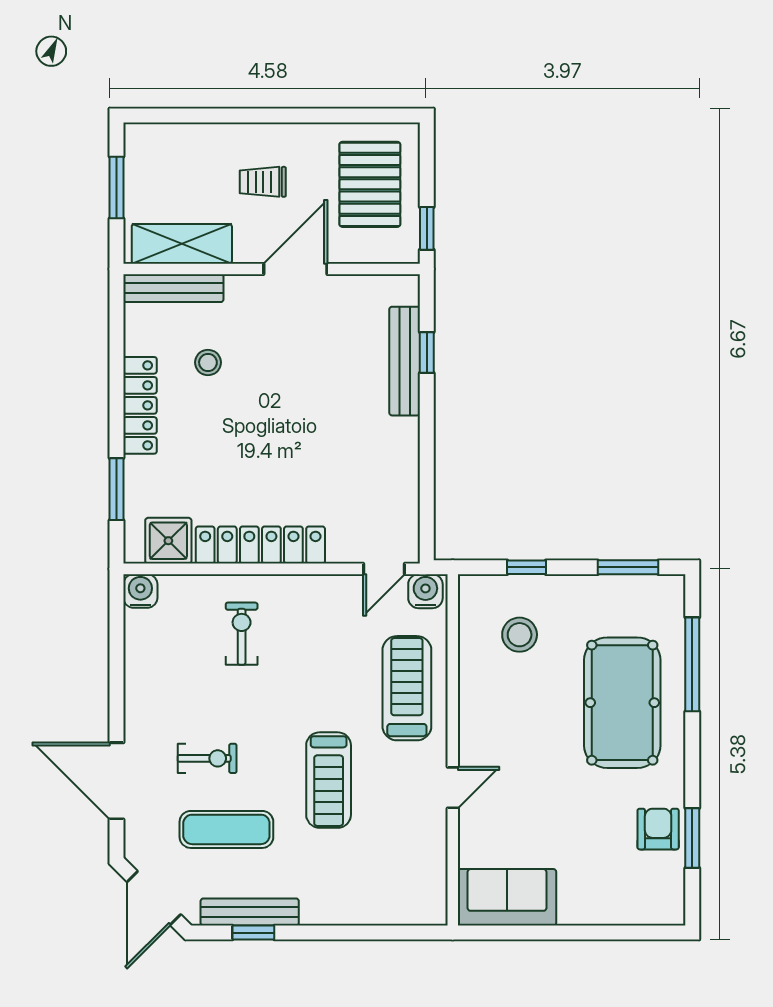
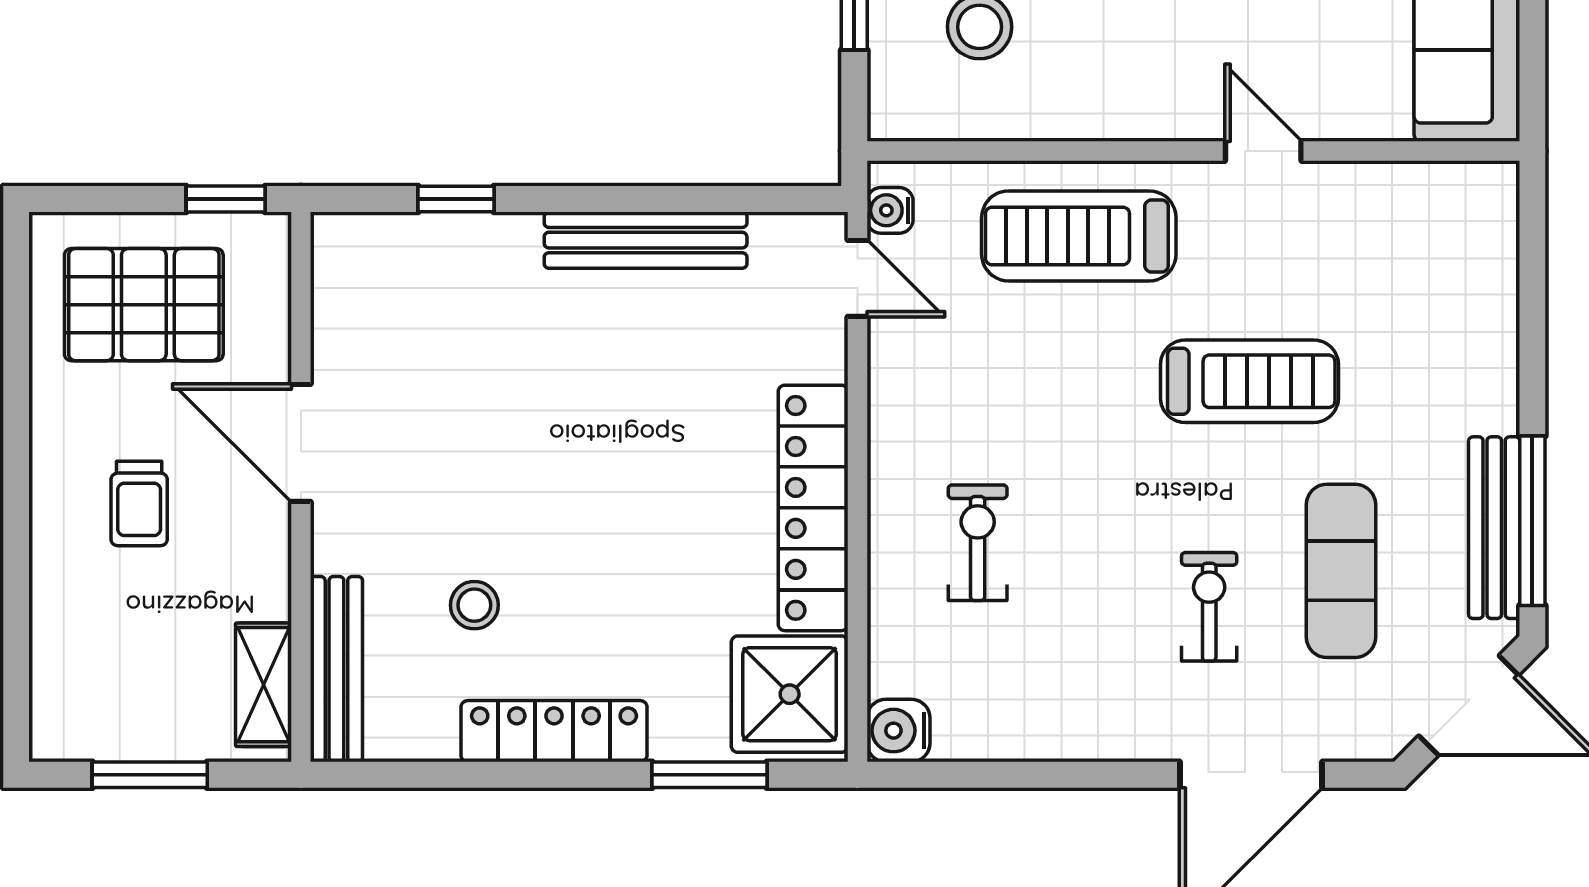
shelving: (182, 244) -> (263, 685), width x0.67, depth x0.75
bench: (405, 361) -> (646, 240), moved
shower: (168, 541) -> (790, 694), width x1.36, depth x1.36
water cooler: (425, 591) -> (890, 210), width x0.72, depth x0.72
exercise bike: (242, 634) -> (978, 543), turned 90
window: (253, 933) -> (1532, 521), width x2.17

